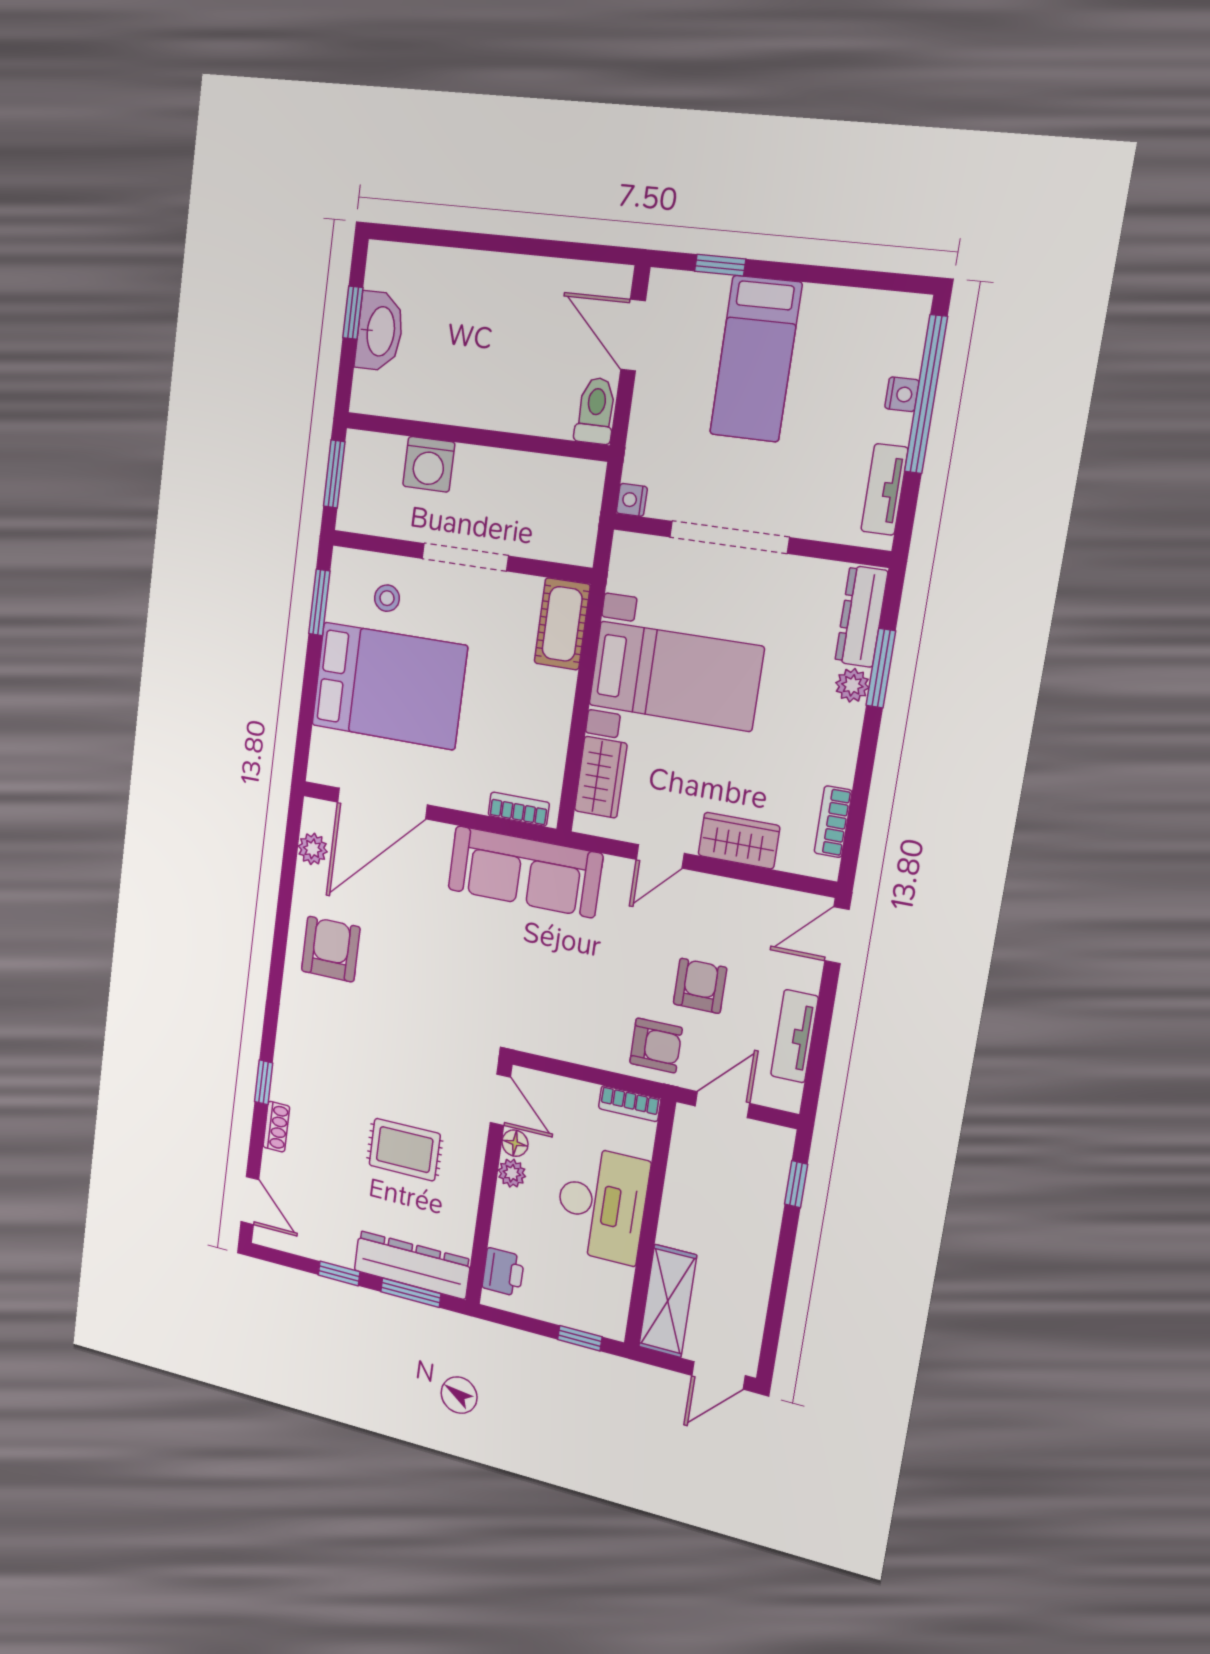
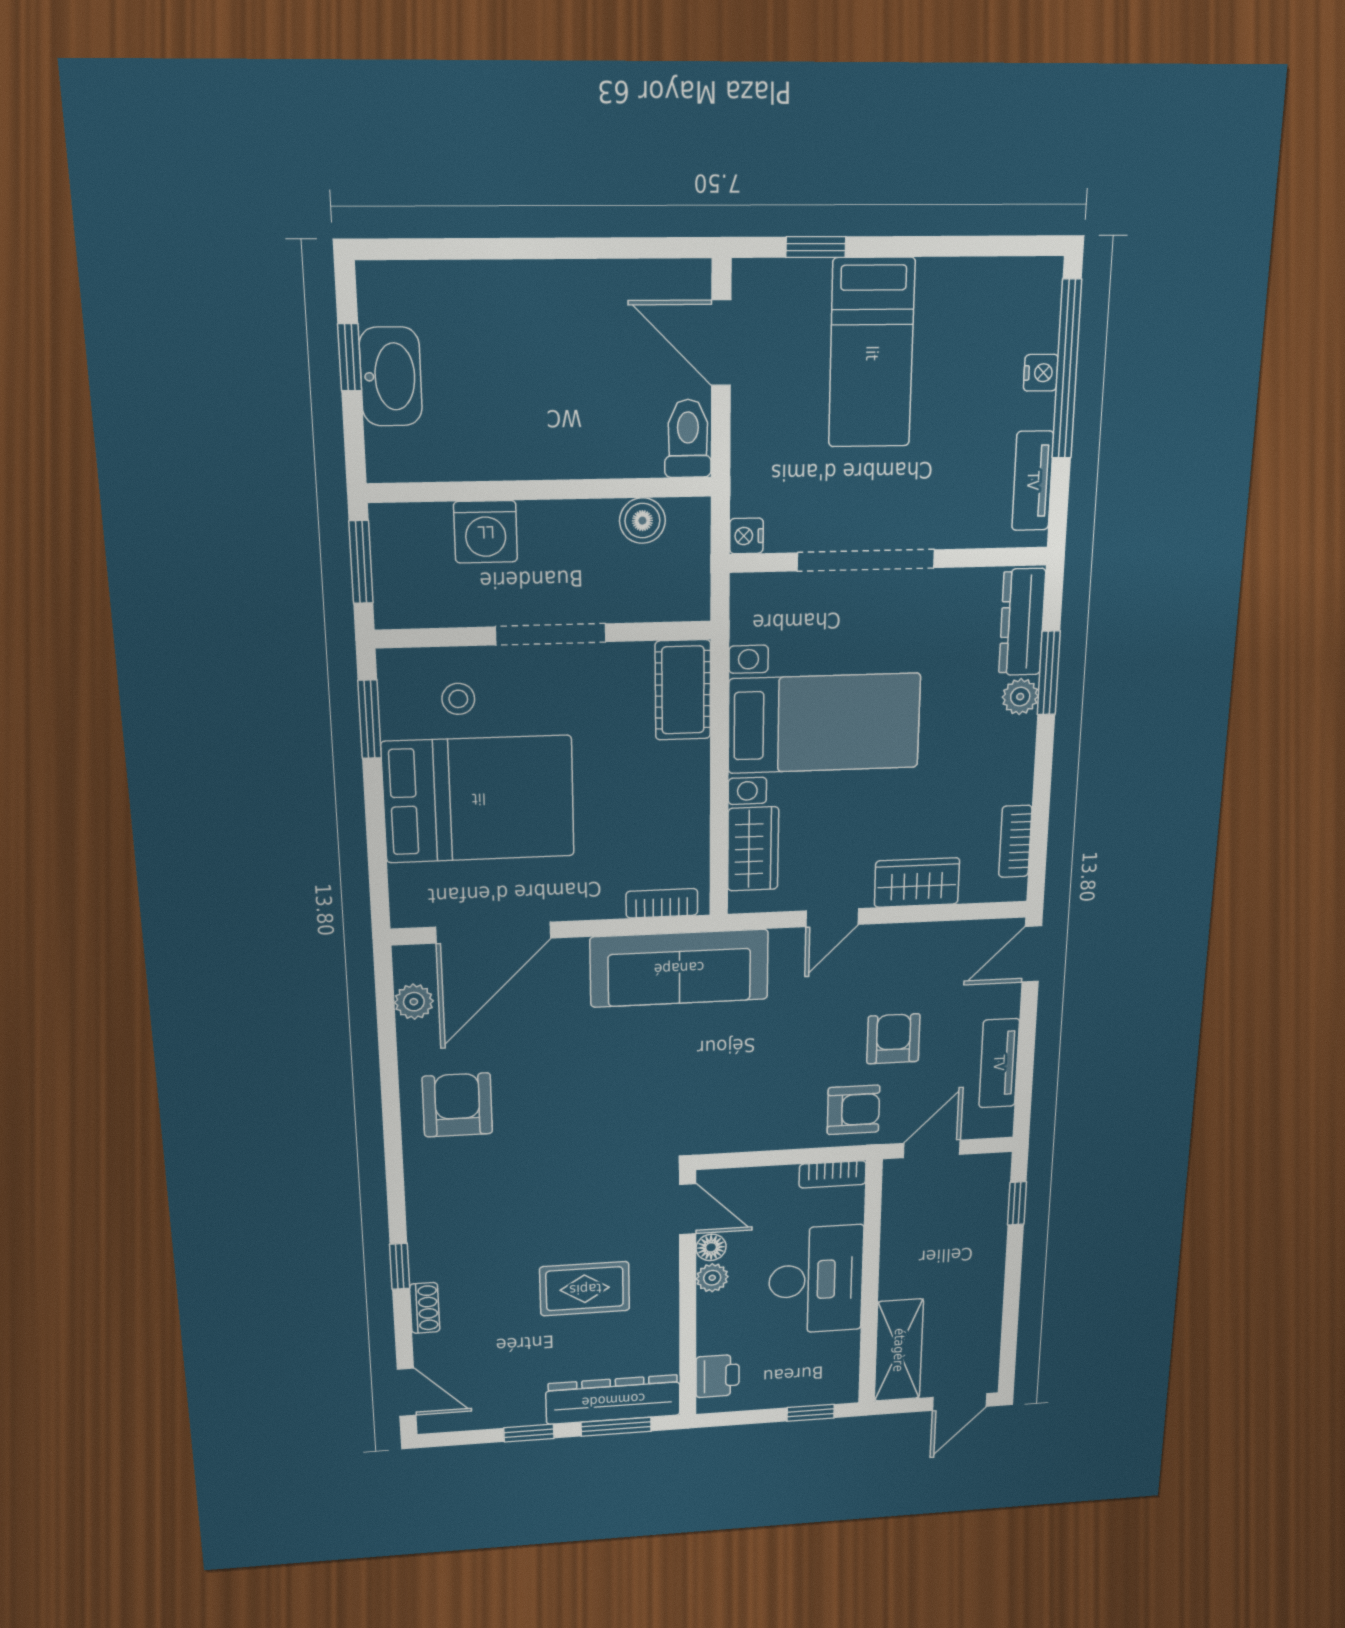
boiler: (550, 474) -> (642, 521), added

